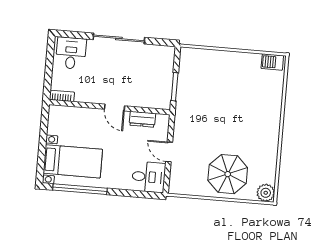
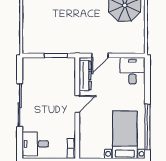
dresser: (142, 119) -> (85, 75), width x1.44
door: (169, 152) -> (100, 56), moved

